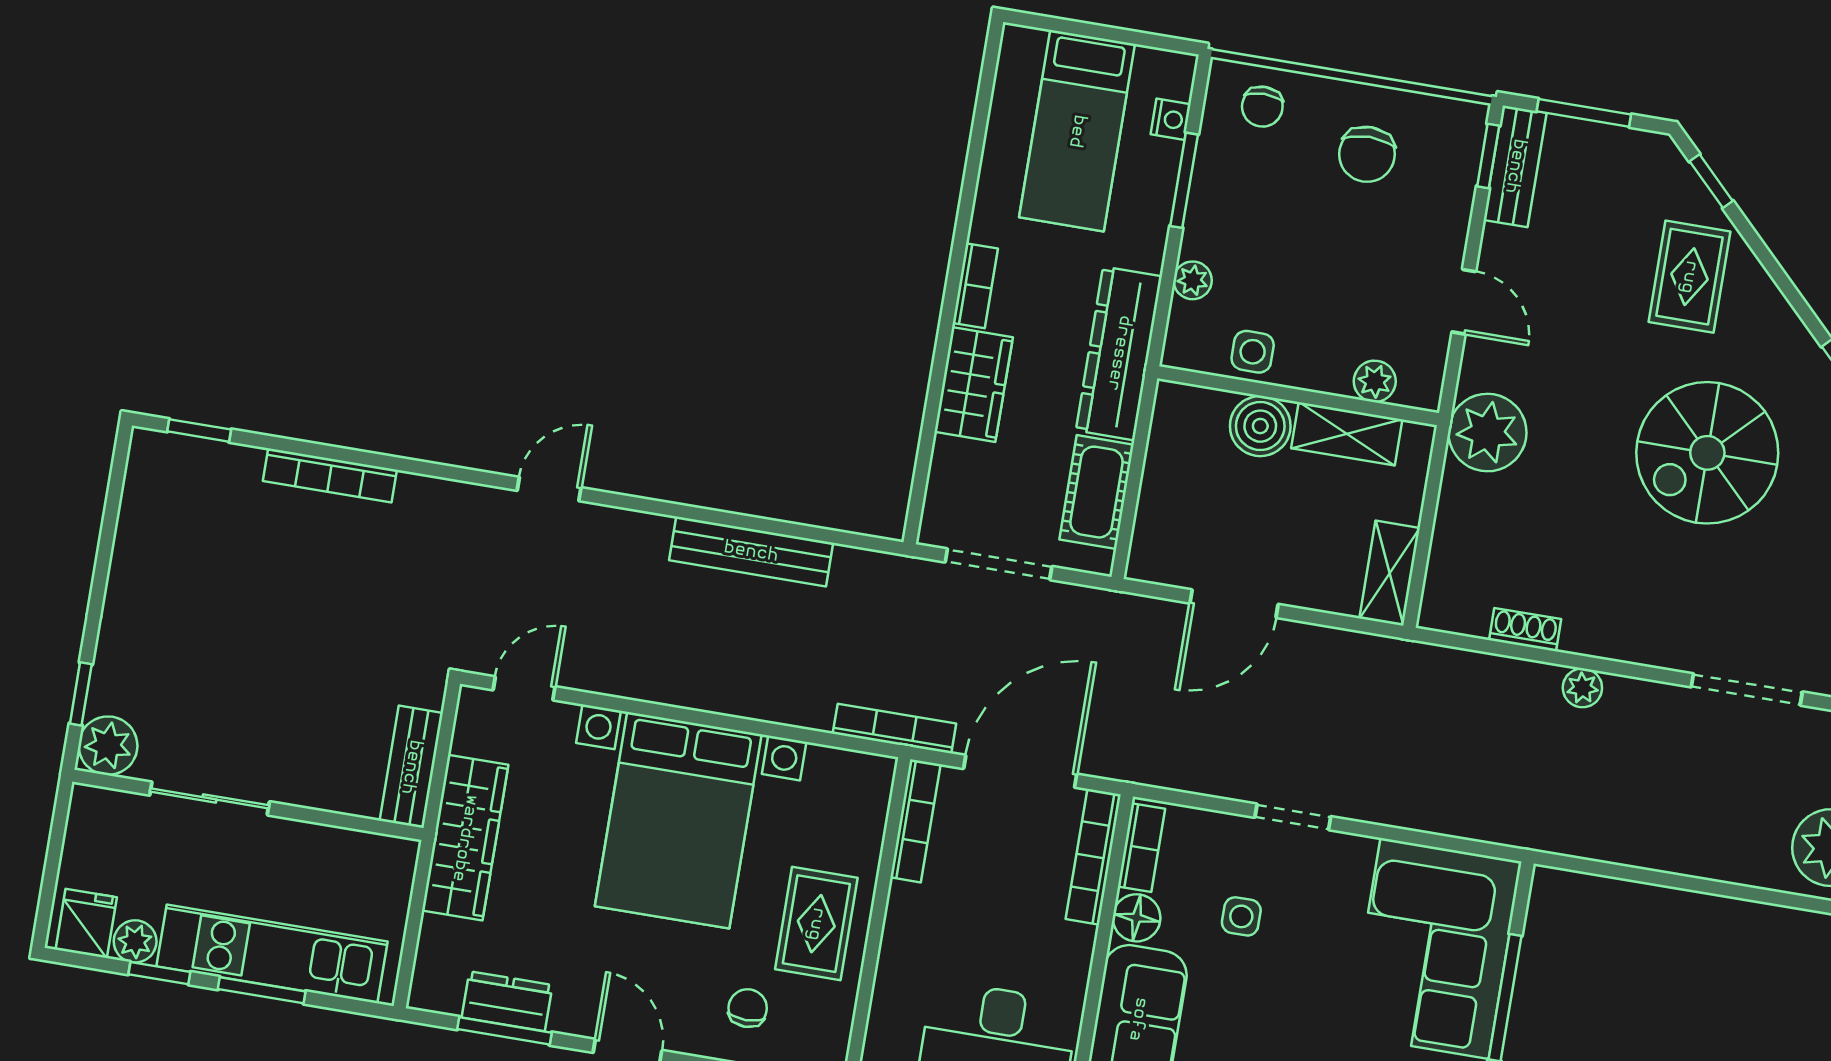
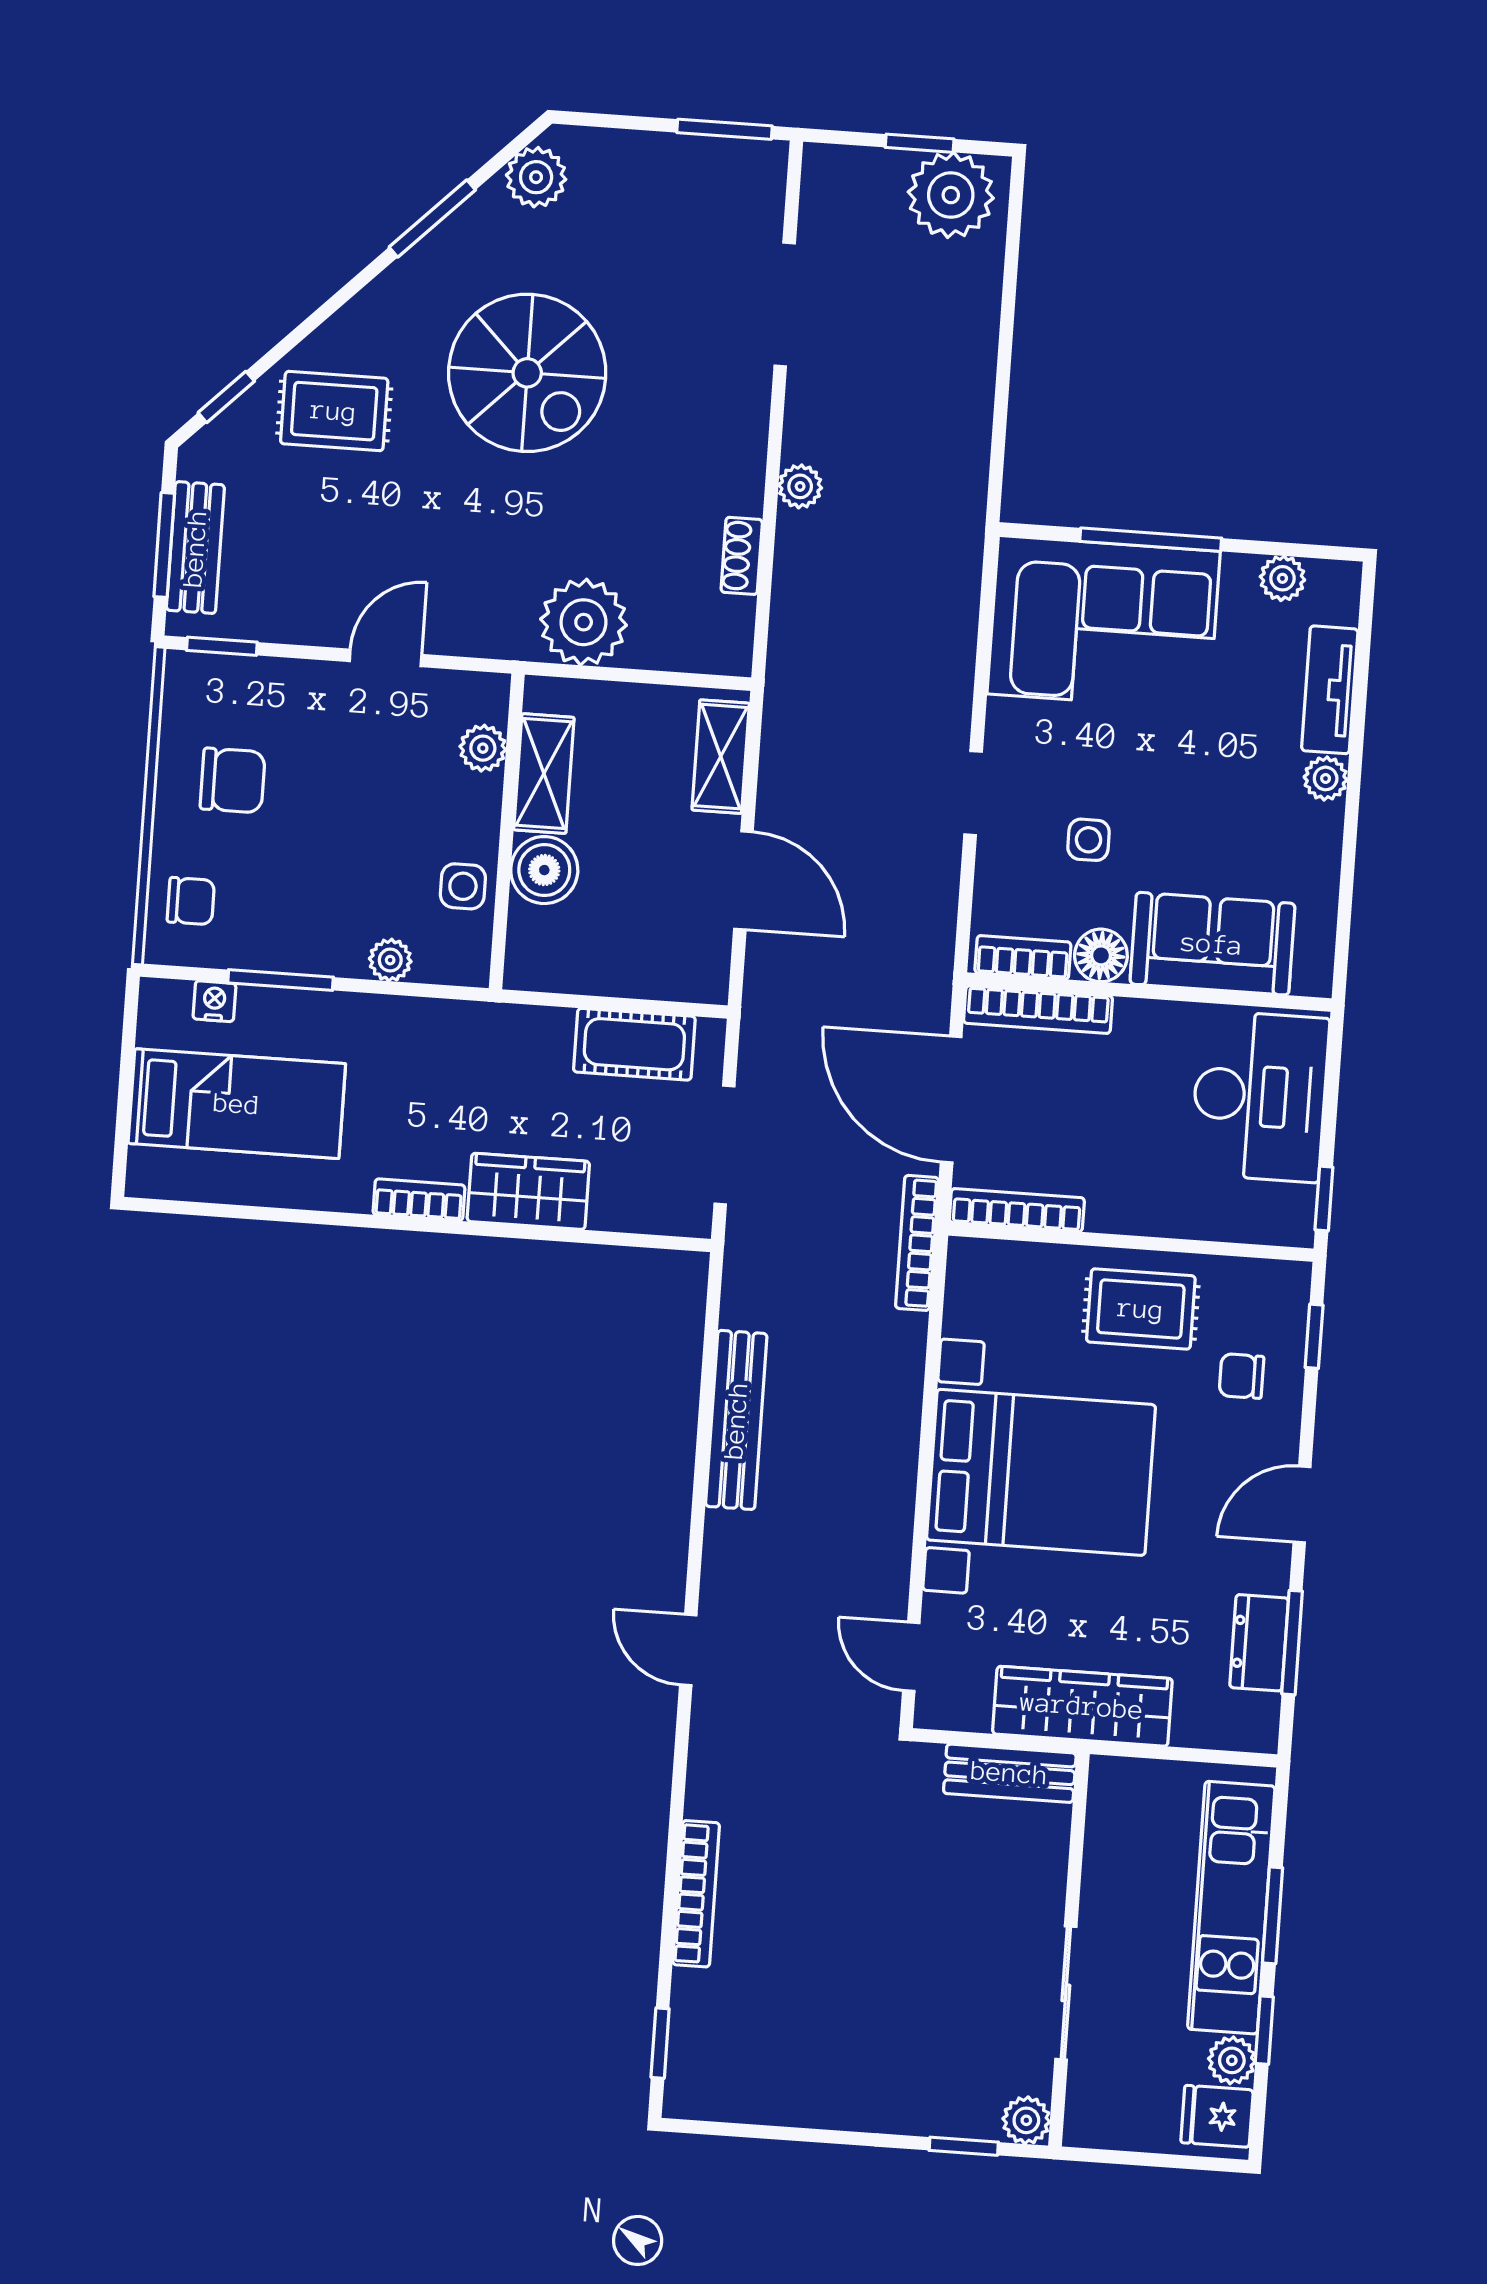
bench: (1515, 166) -> (195, 548), moved, turned 90
dresser: (1119, 353) -> (479, 1034), removed
plant: (1487, 433) -> (584, 622), moved
shelving: (1390, 573) -> (721, 757), moved, turned 90
plant: (108, 746) -> (1026, 2120), width x0.73, depth x0.73

